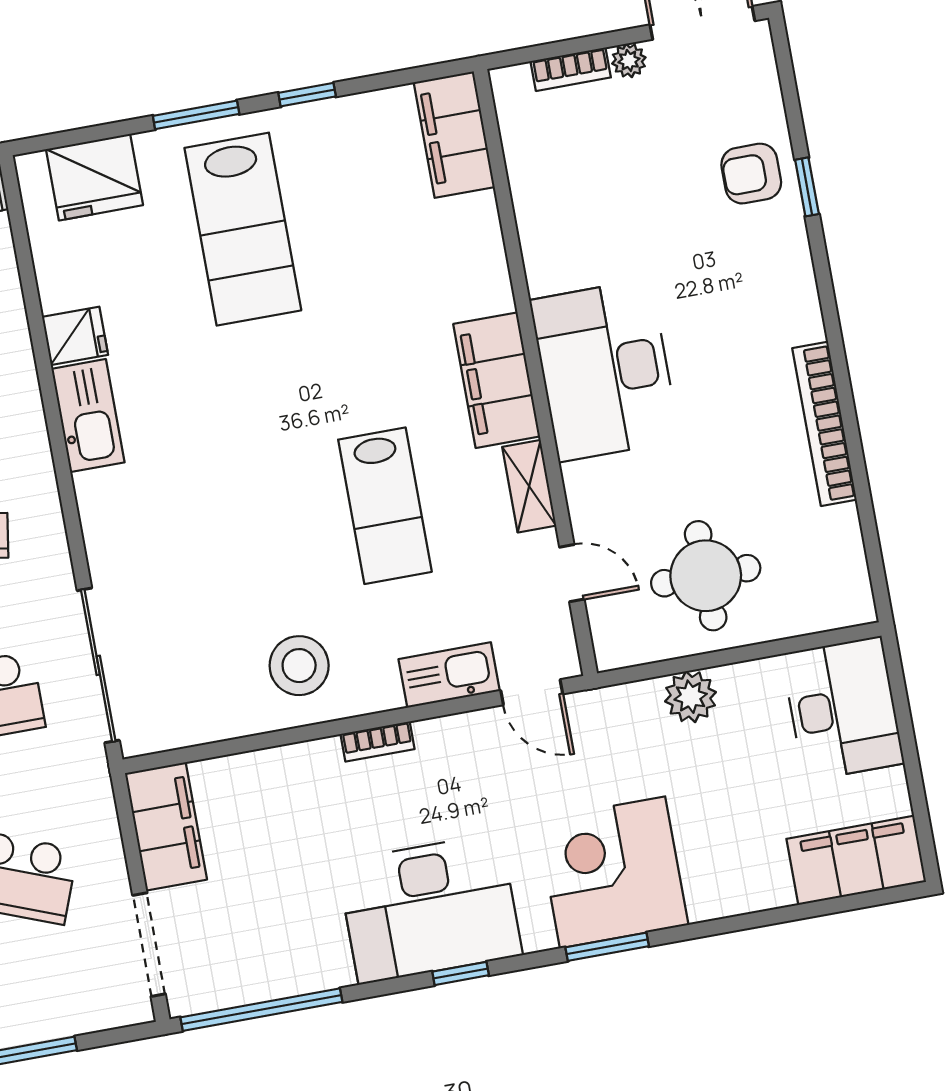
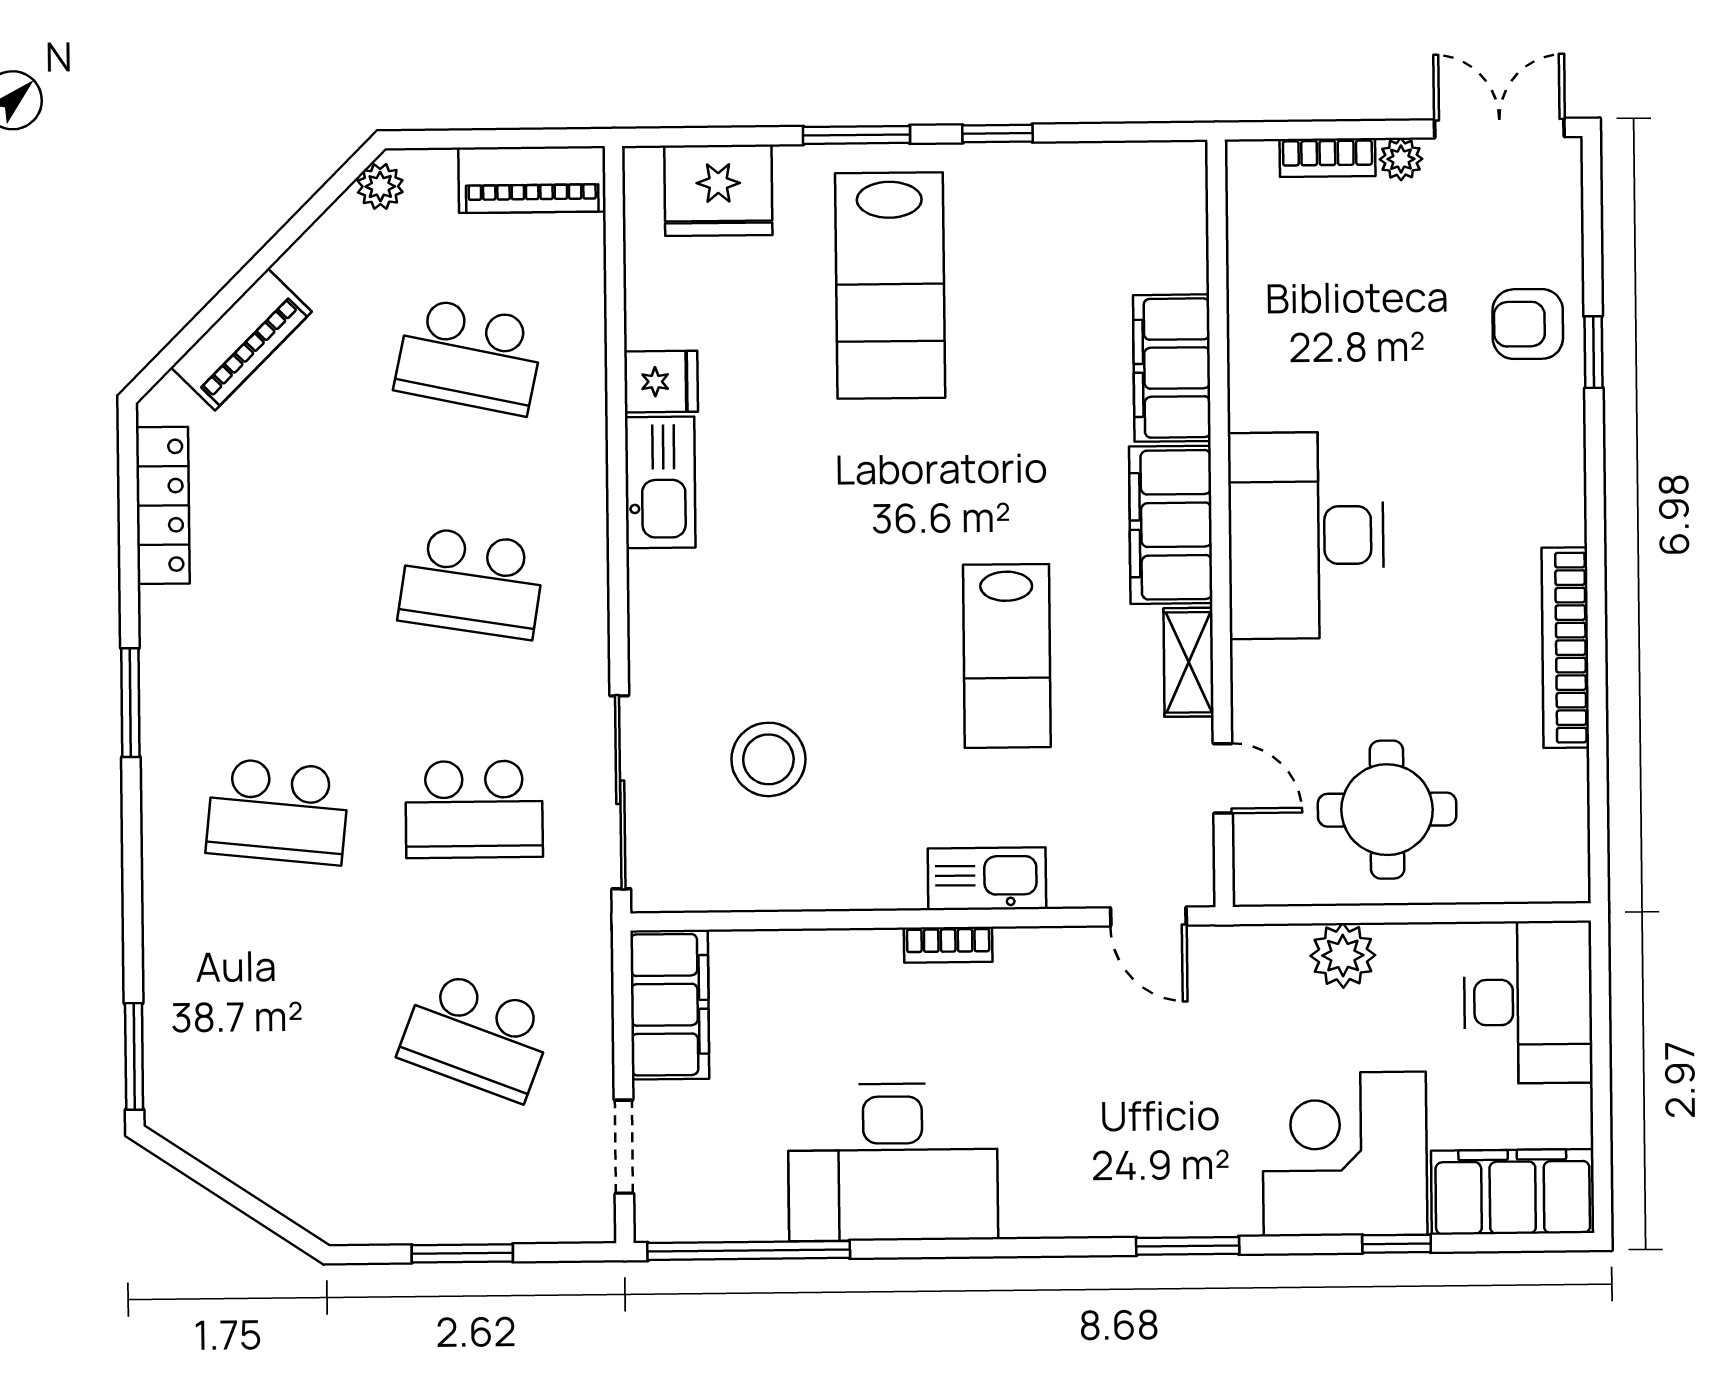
filing cabinet: (454, 135) -> (1172, 368), moved
stool: (299, 666) -> (768, 759), moved
kitchen sink: (449, 675) -> (987, 879), moved
corner desk: (613, 872) -> (1345, 1154), moved
desk: (430, 909) -> (893, 1162), moved
doorway: (149, 945) -> (624, 1147), width x0.73
window: (461, 973) -> (1397, 1244), moved

